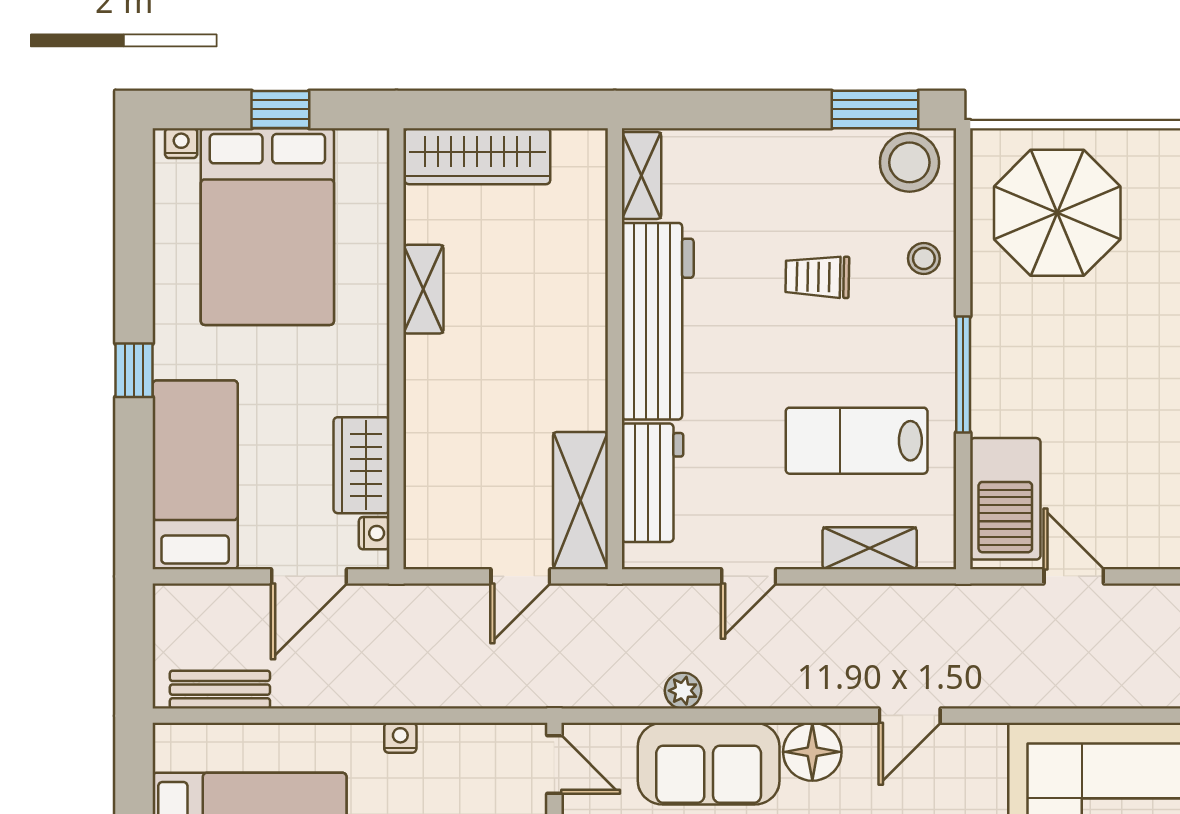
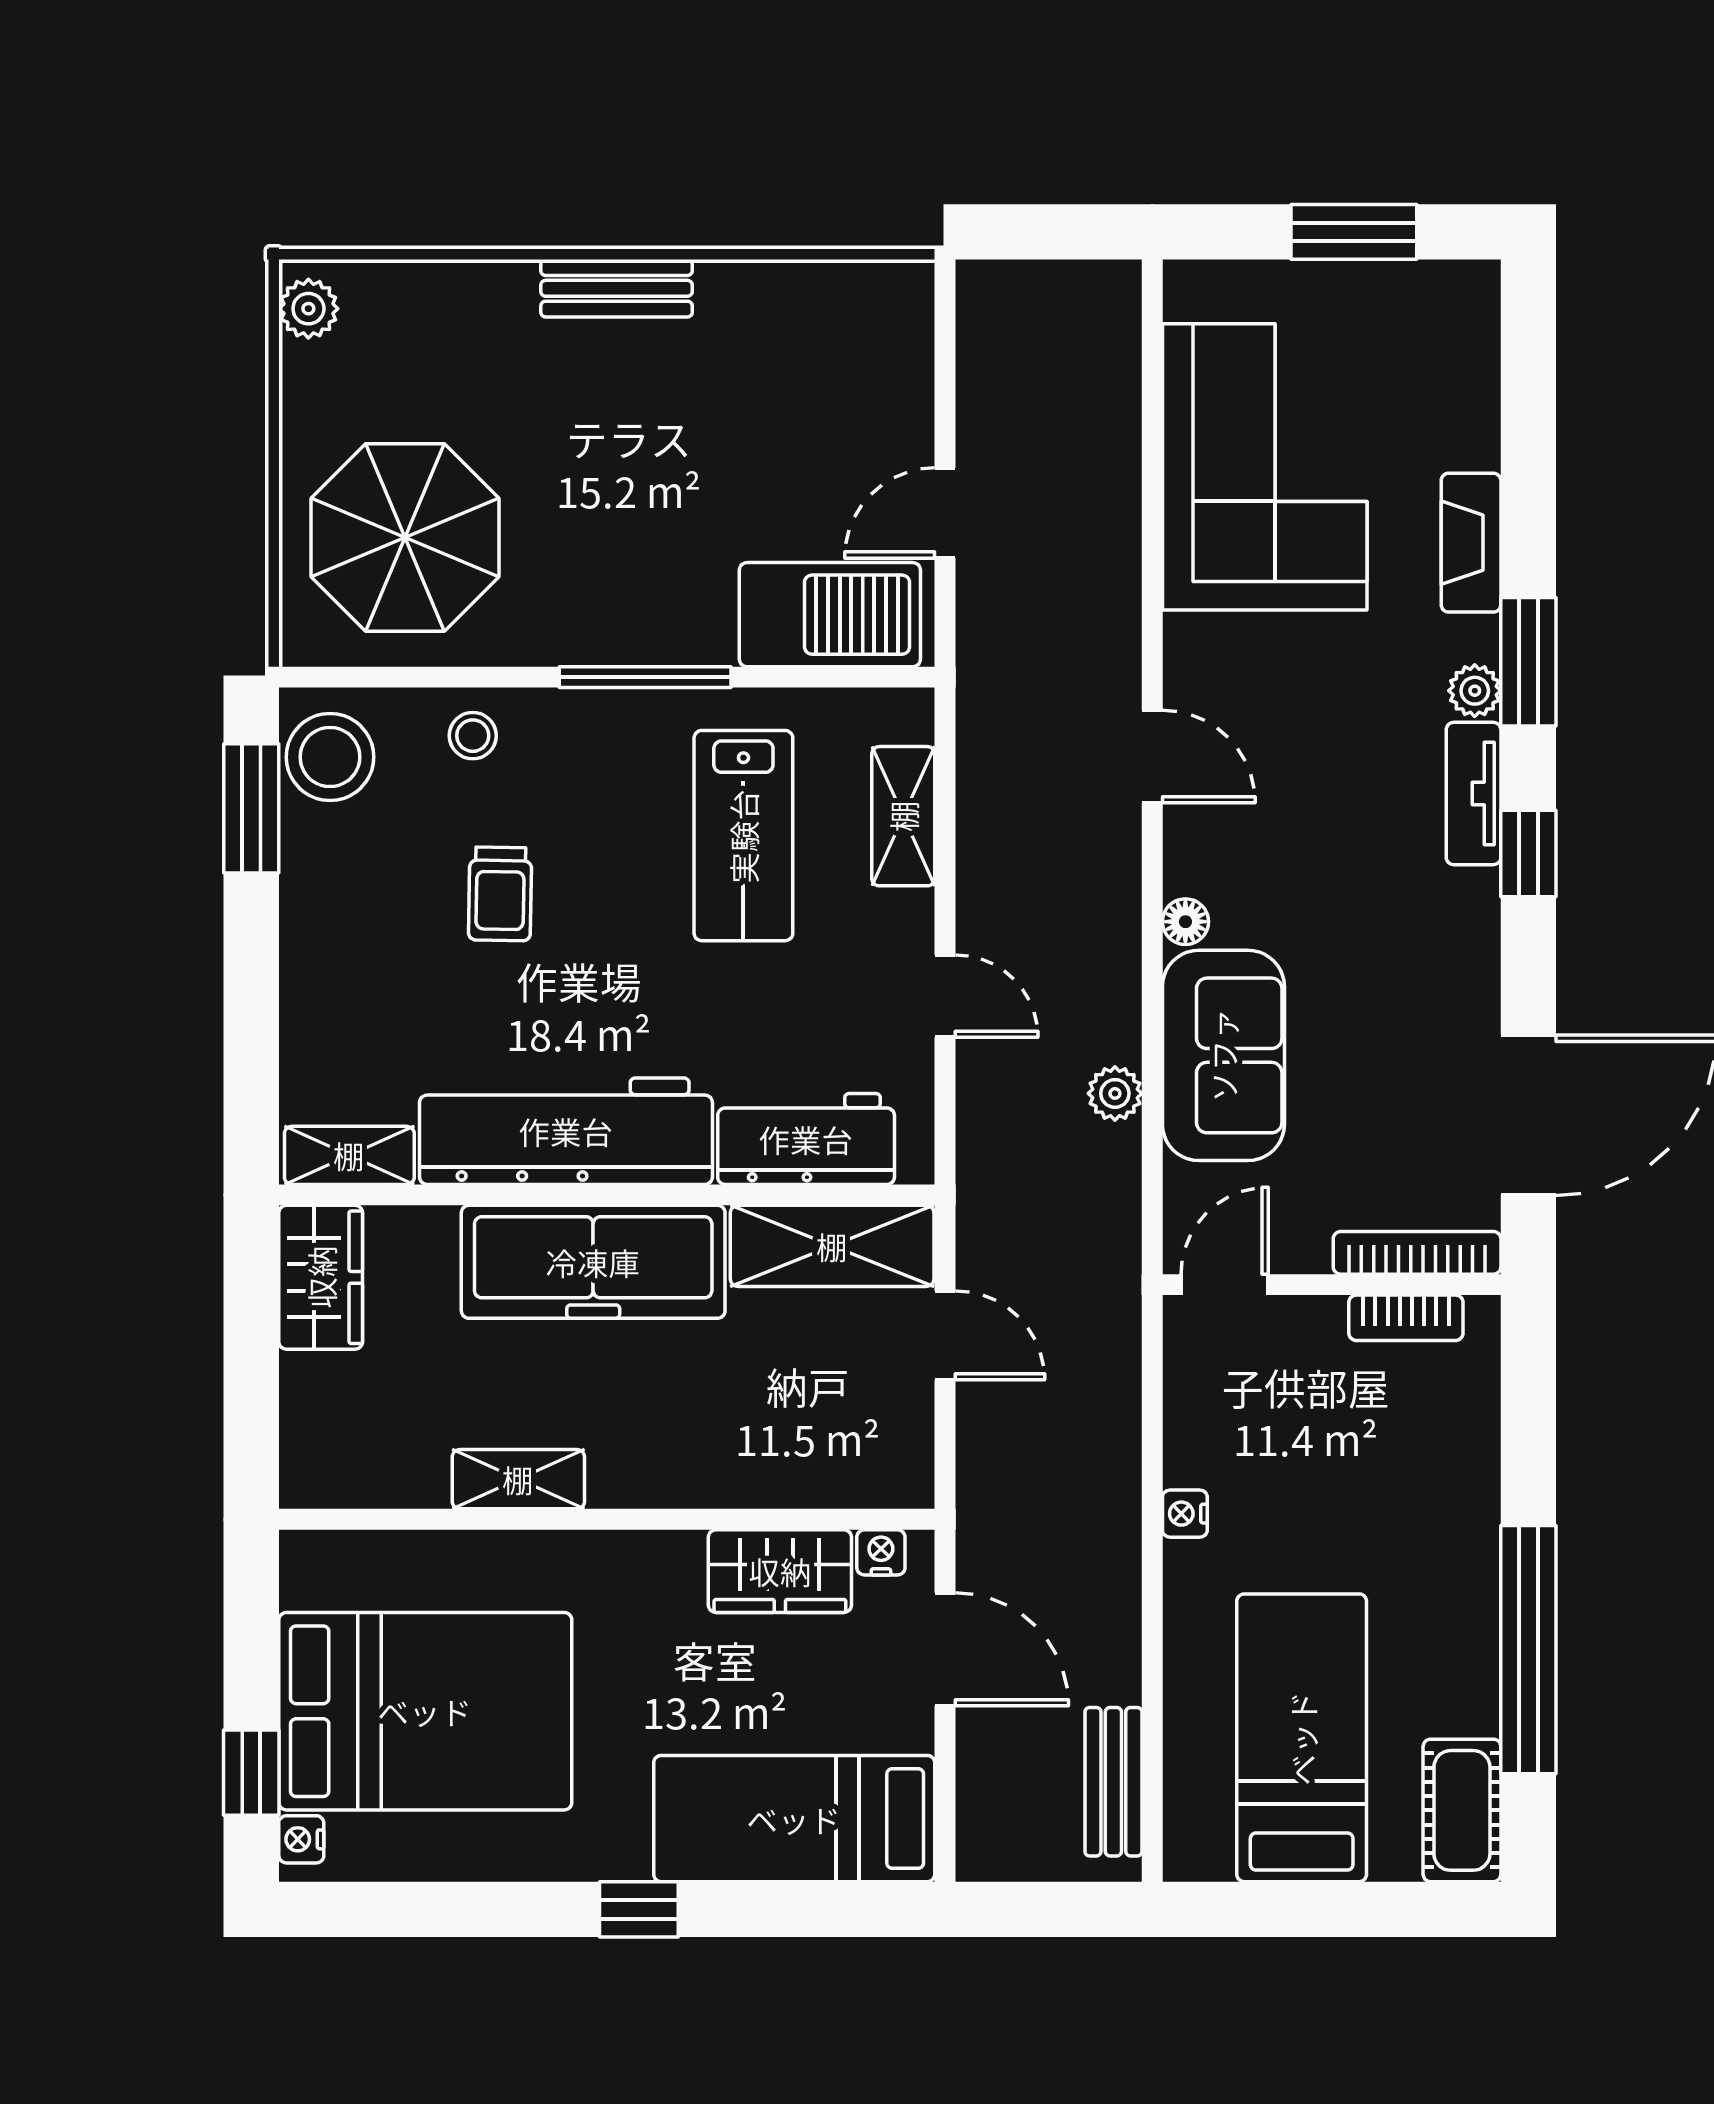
window: (280, 109) -> (251, 1773), moved
wardrobe: (477, 156) -> (321, 1277), moved, width x0.67
freezer: (570, 340) -> (593, 1262), added
floor lamp: (812, 752) -> (1185, 922), width x0.53, depth x0.53

